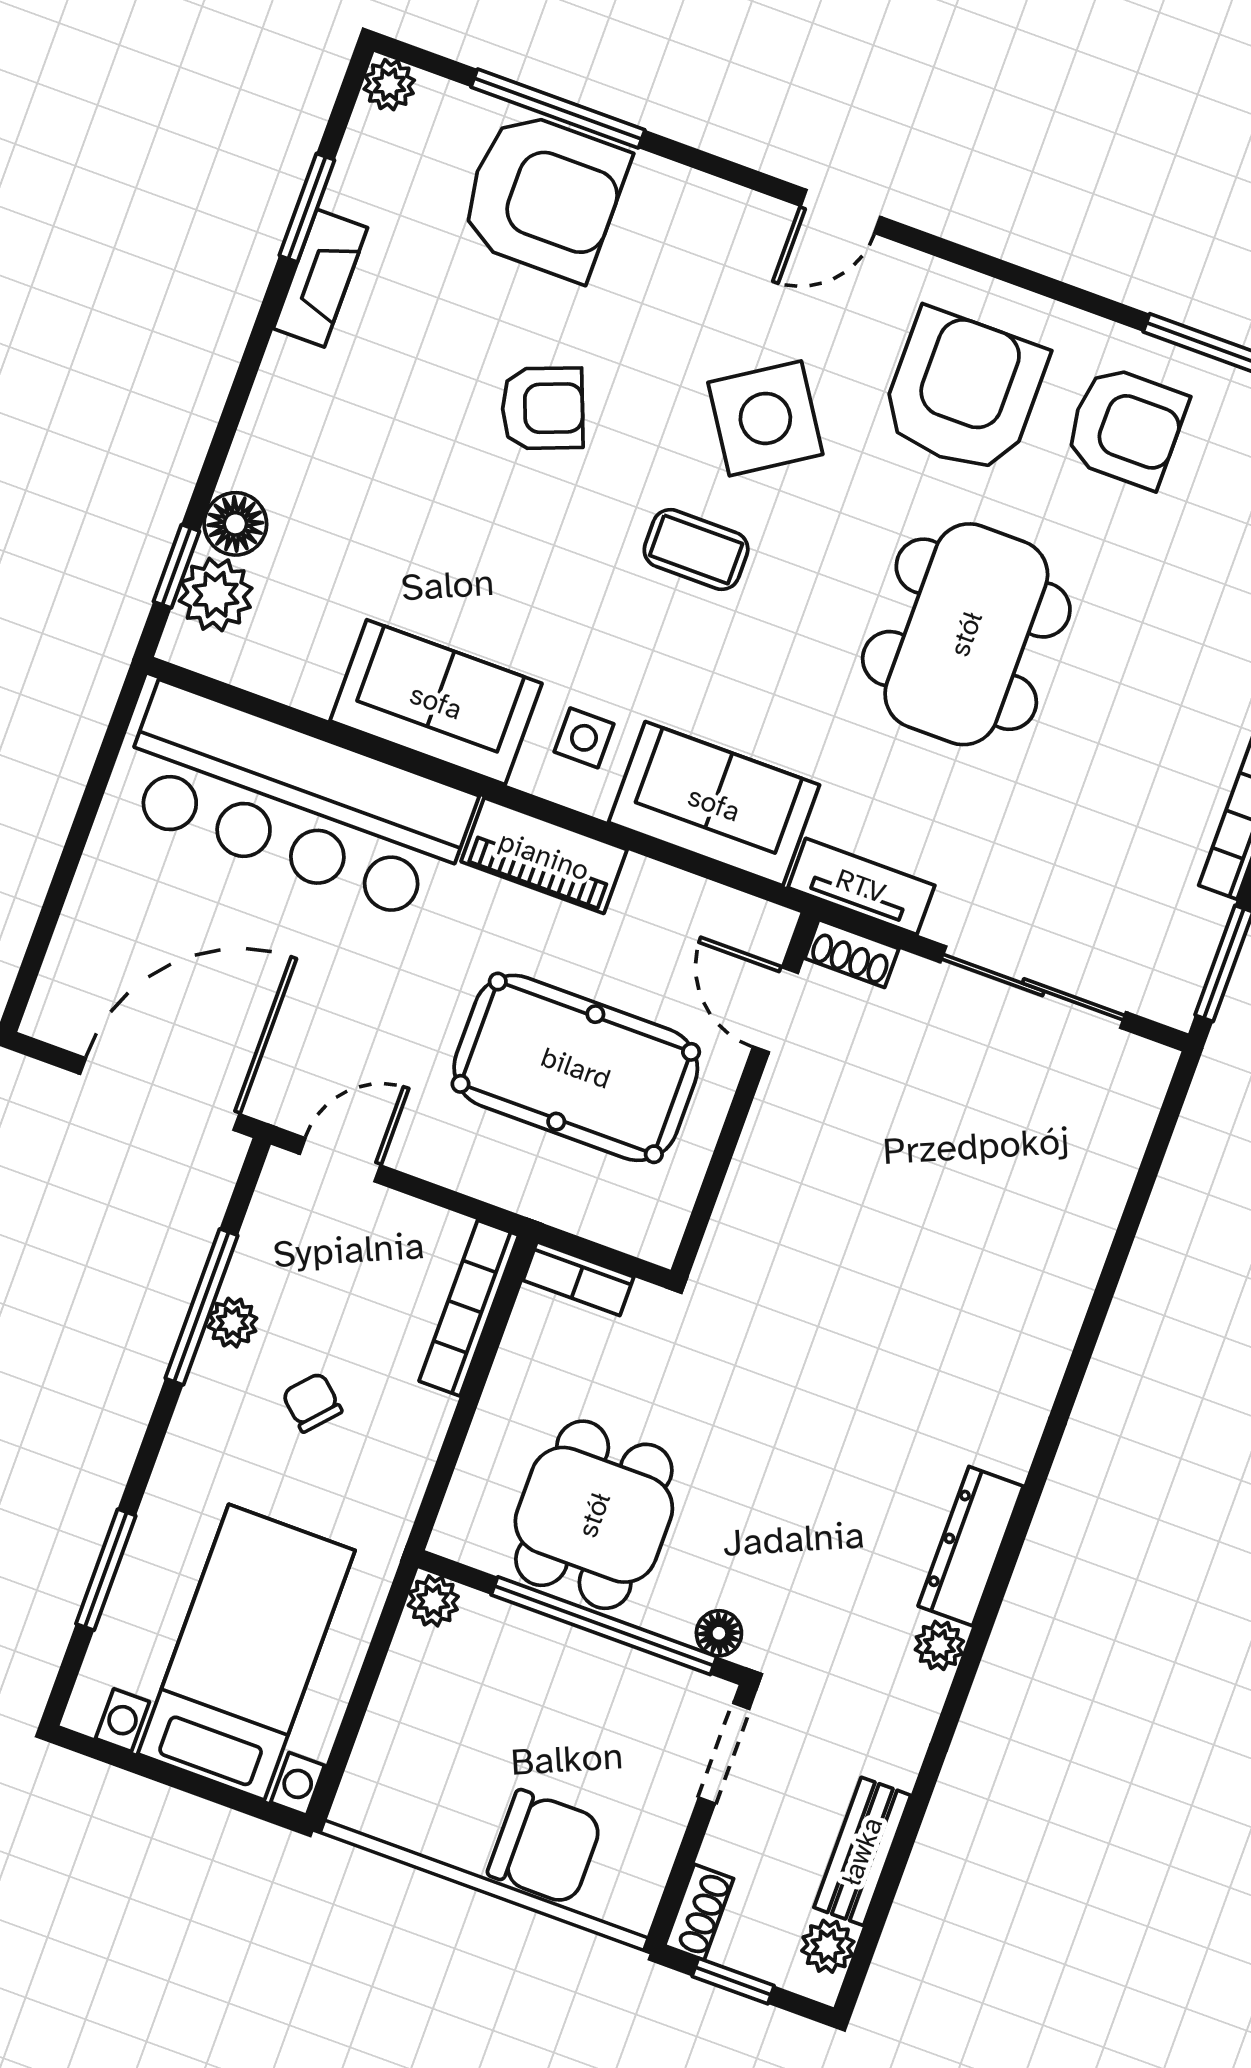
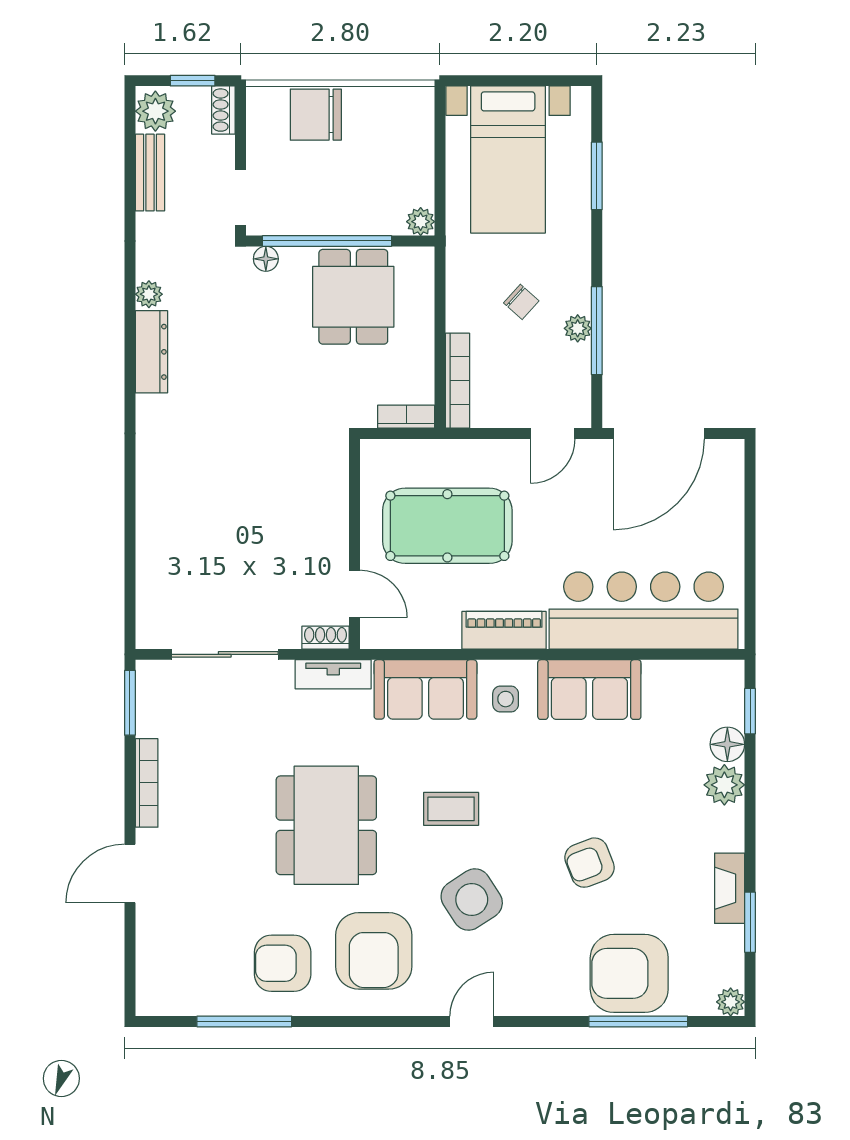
coffee table: (696, 549) -> (451, 809), moved
plant: (216, 595) -> (724, 785), moved
plant: (828, 1946) -> (155, 111), width x1.38, depth x1.38

